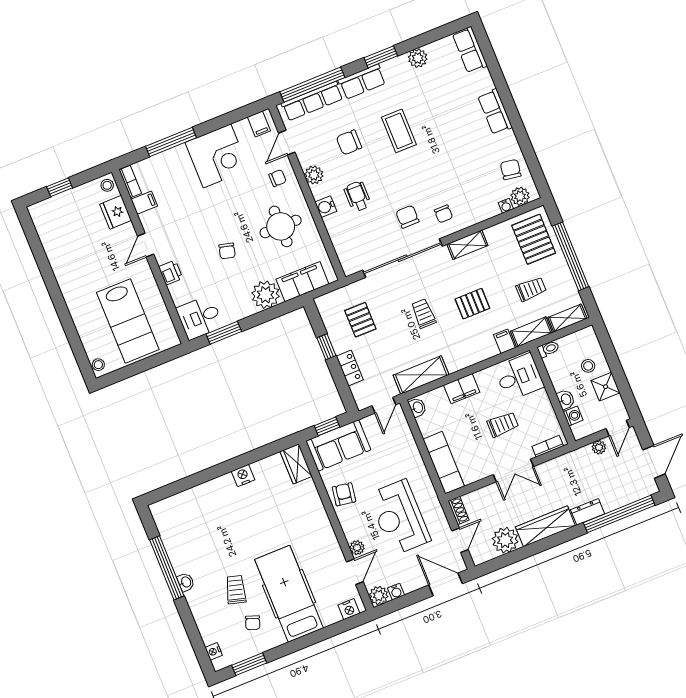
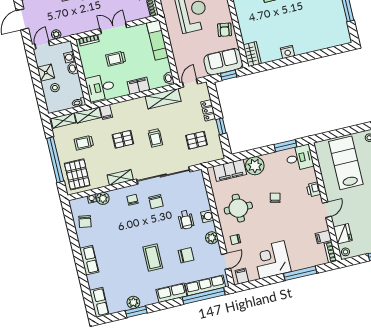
window: (381, 57) -> (136, 312), moved
plant: (520, 196) -> (103, 198), moved
pallet: (360, 320) -> (196, 140), turned 90

